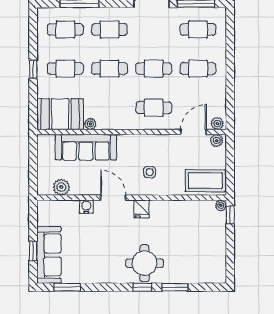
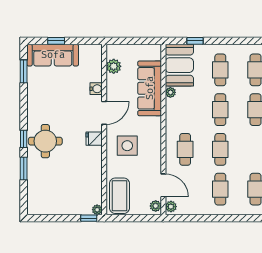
window: (33, 69) -> (195, 41), moved
side table: (150, 172) -> (127, 146), width x1.87, depth x1.87

